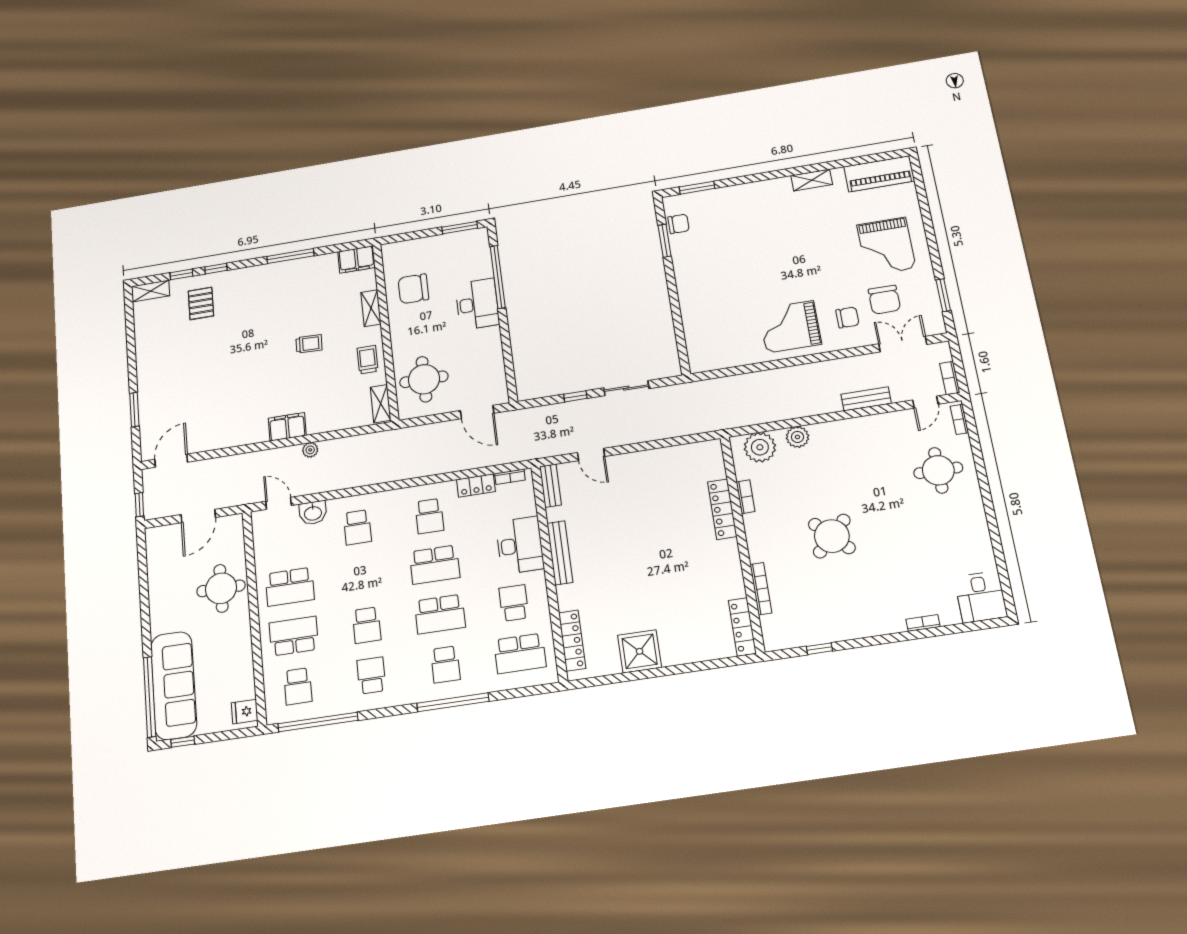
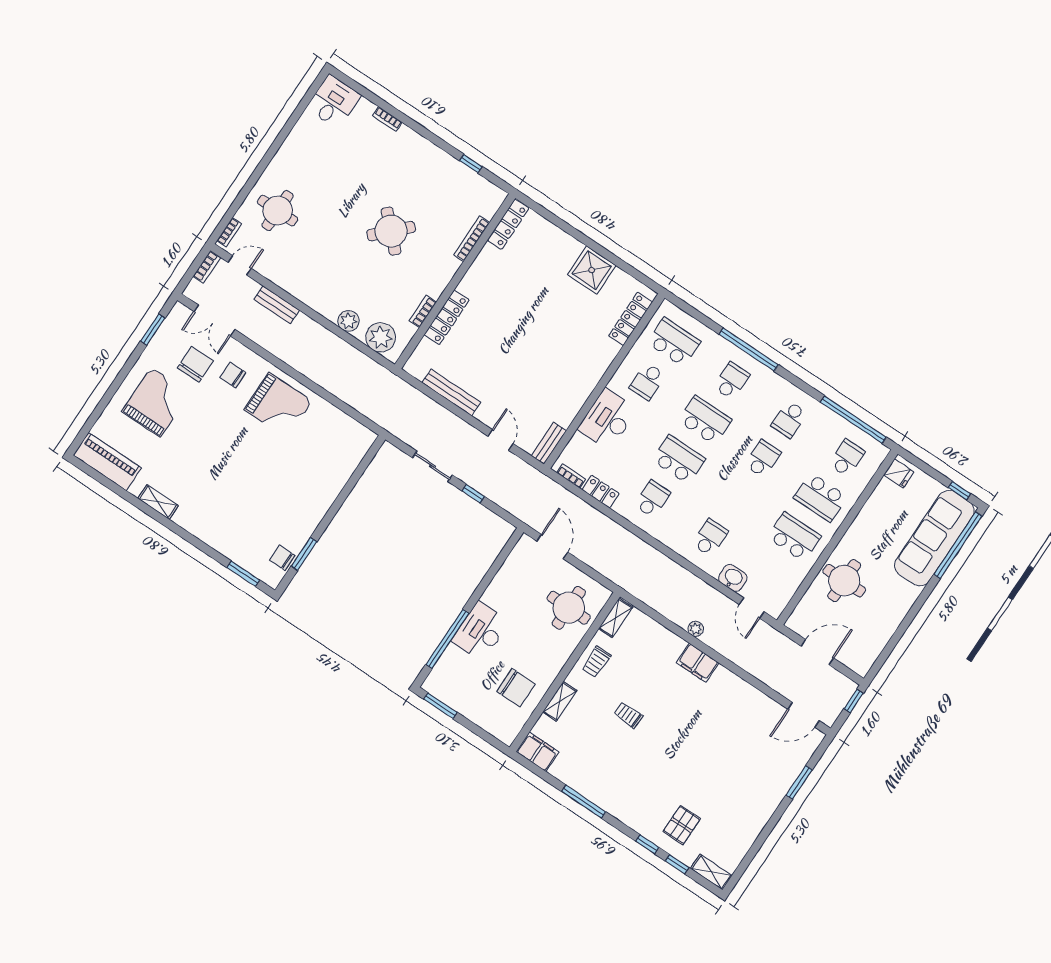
bench: (560, 553) -> (451, 392), moved, turned 90

